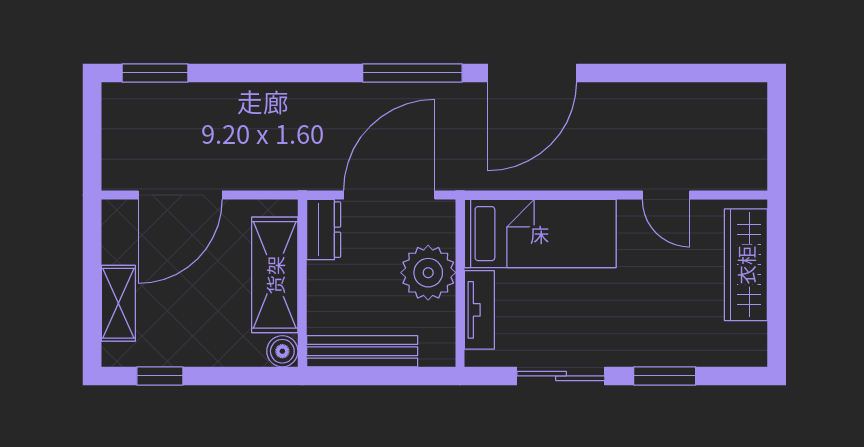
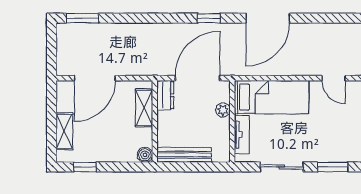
window: (412, 73) -> (209, 18), width x0.46
plant: (428, 273) -> (223, 110), width x0.53, depth x0.53
shelving: (275, 275) -> (144, 108), width x0.67, depth x0.75

